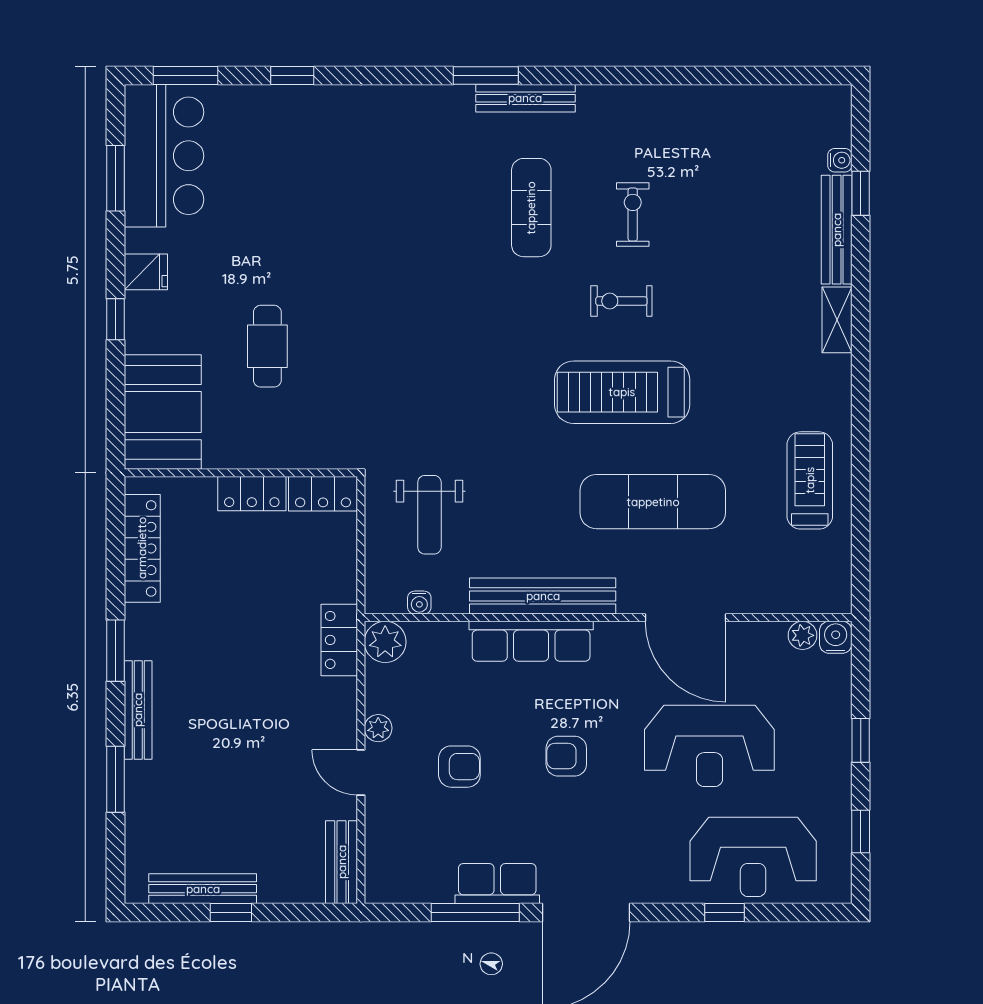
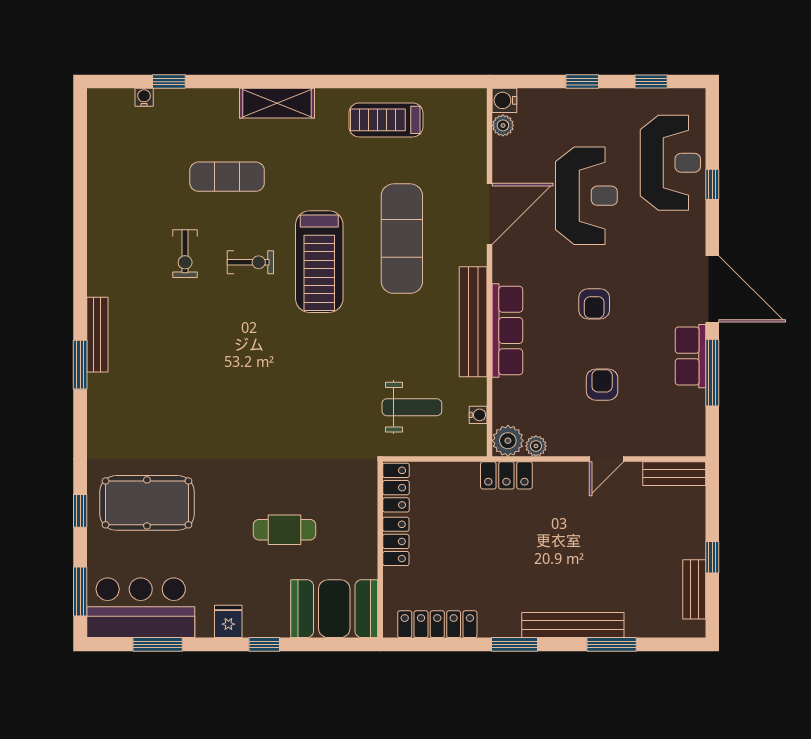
pool table: (303, 164) -> (147, 503), added
exercise mat: (531, 208) -> (227, 177), moved
exercise bike: (633, 215) -> (185, 254), turned -90
bench: (837, 230) -> (196, 100), removed
exercise bike: (621, 301) -> (250, 262), turned -90
shelving: (837, 320) -> (277, 103), width x1.50, depth x1.33
bench: (138, 710) -> (573, 625), width x1.37, depth x1.21
plant: (378, 728) -> (536, 446), moved
bench: (203, 889) -> (694, 589), width x0.73

